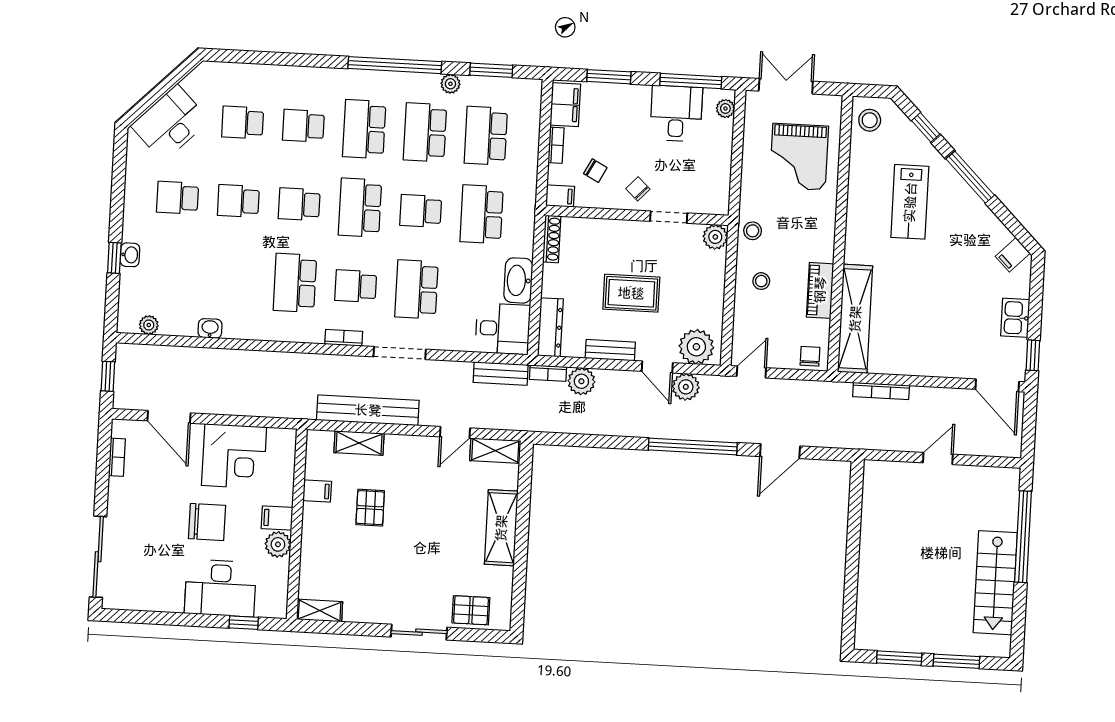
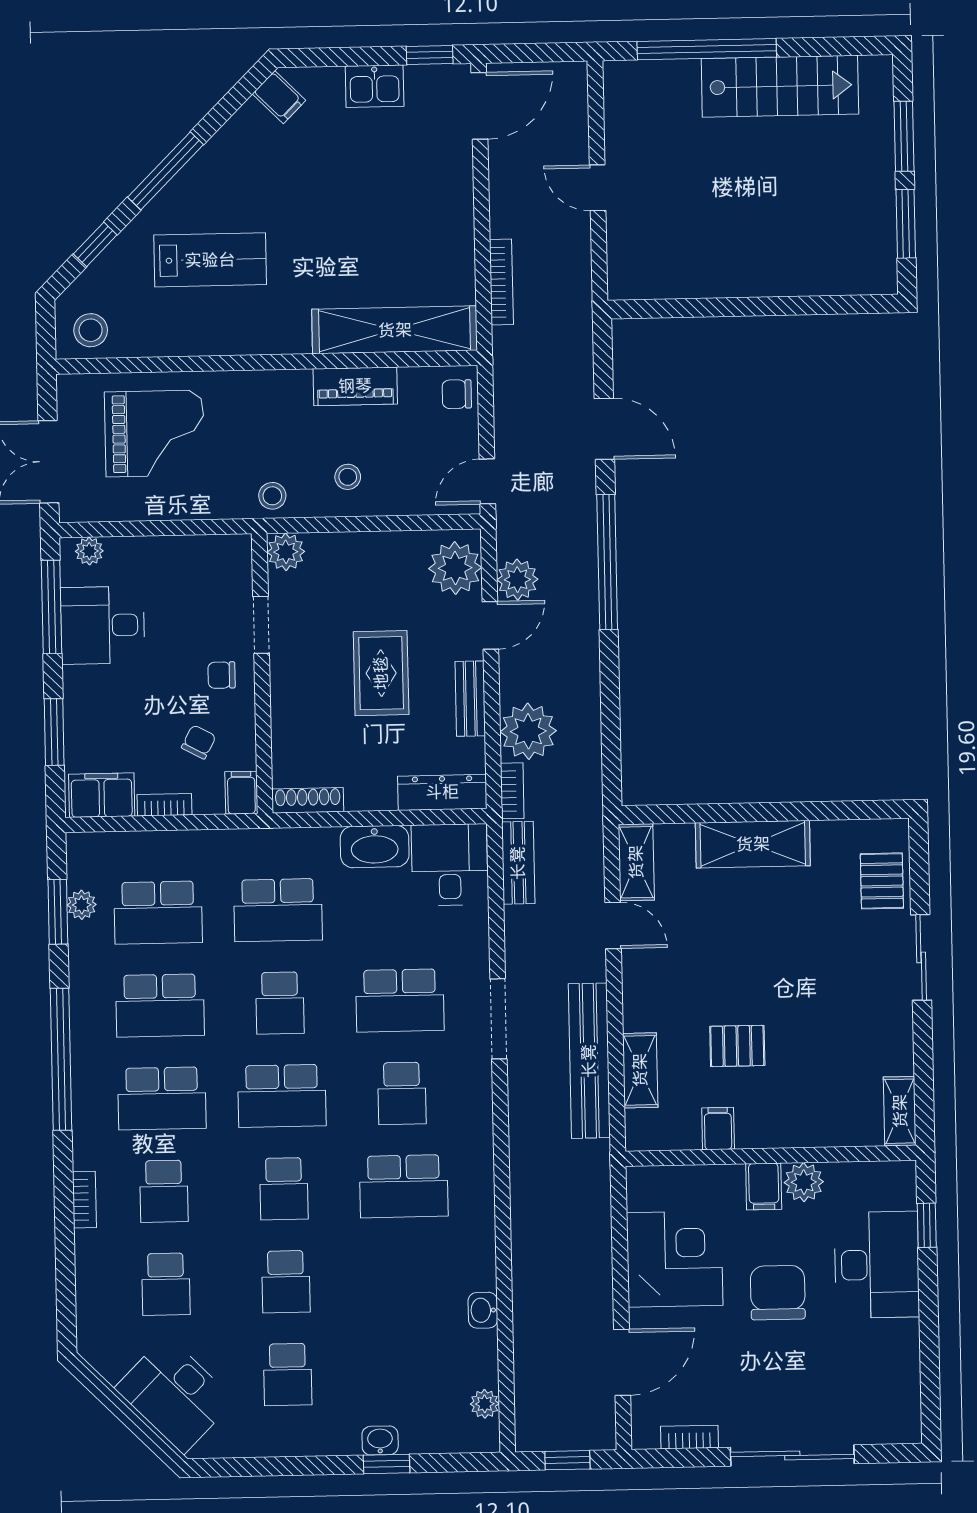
plant: (450, 84) -> (82, 905), moved
chair: (638, 189) -> (222, 675), turned 47
bookcase: (344, 338) -> (84, 1200), moved, turned 180
door: (751, 372) -> (487, 481), hinge flipped
plant: (581, 381) -> (528, 731), width x1.36, depth x1.36
sliding door: (98, 557) -> (792, 1455), moved

